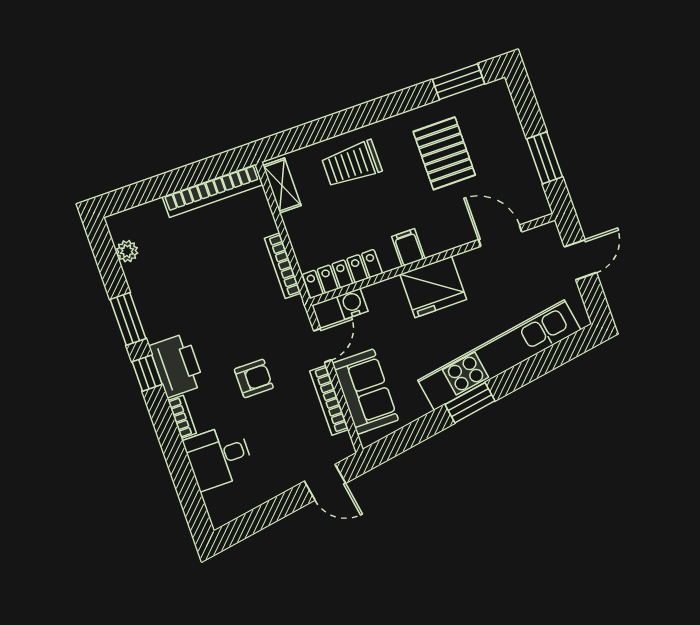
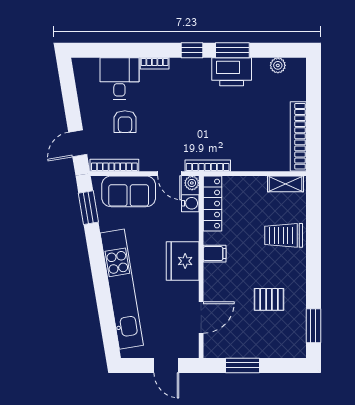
pallet: (444, 153) -> (269, 299), width x0.67, depth x0.71
trolley: (352, 164) -> (284, 235), turned -90
bookcase: (283, 266) -> (208, 166), moved
plant: (325, 311) -> (192, 183), added
printer: (177, 365) -> (232, 72), moved
armchair: (254, 378) -> (125, 122), moved
bookcase: (329, 400) -> (114, 165), moved
window: (470, 403) -> (88, 208), moved

